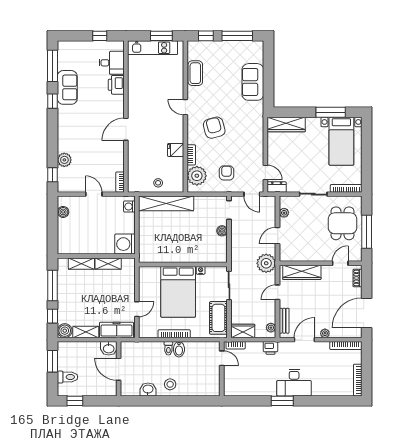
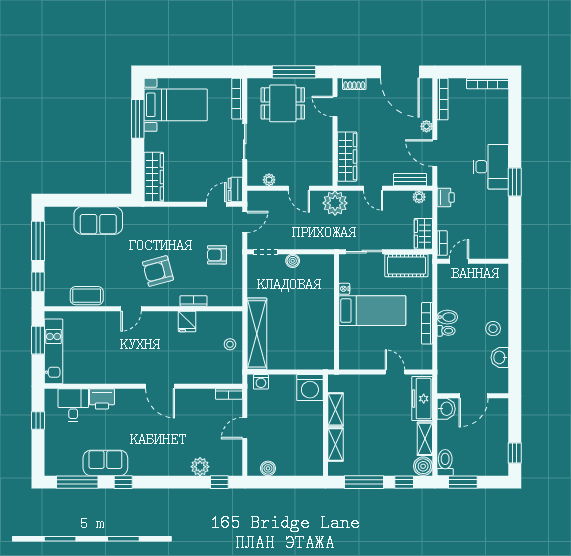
plant: (197, 176) -> (221, 294), removed
bed: (178, 292) -> (372, 311), width x0.67
toilet: (67, 377) -> (445, 463), moved

